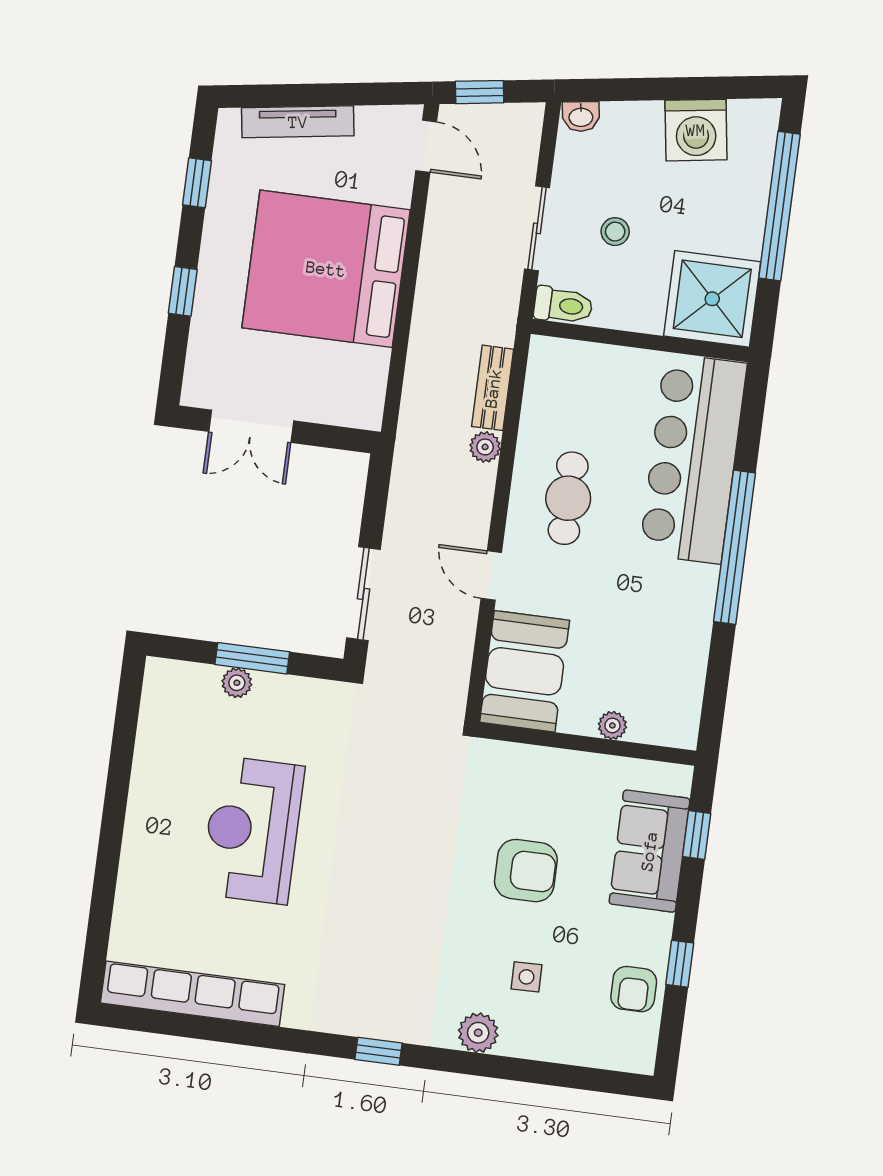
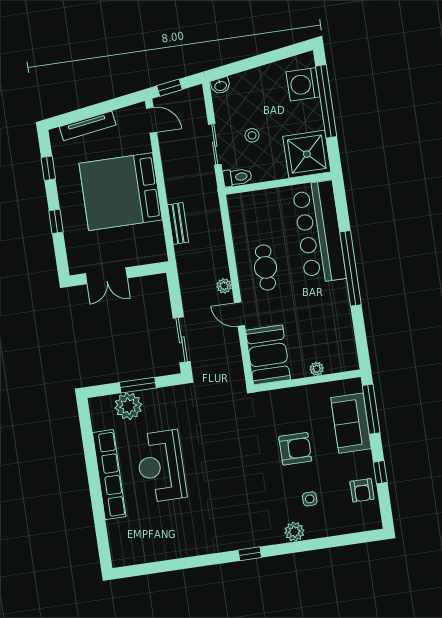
washing machine: (696, 130) -> (303, 84), moved, turned 98
bench: (493, 388) -> (178, 223), moved
plant: (485, 447) -> (224, 286), moved
plant: (237, 683) -> (128, 406), width x1.88, depth x1.88
window: (697, 835) -> (371, 409), width x2.17
row of seats: (193, 994) -> (109, 475), moved, turned 90

